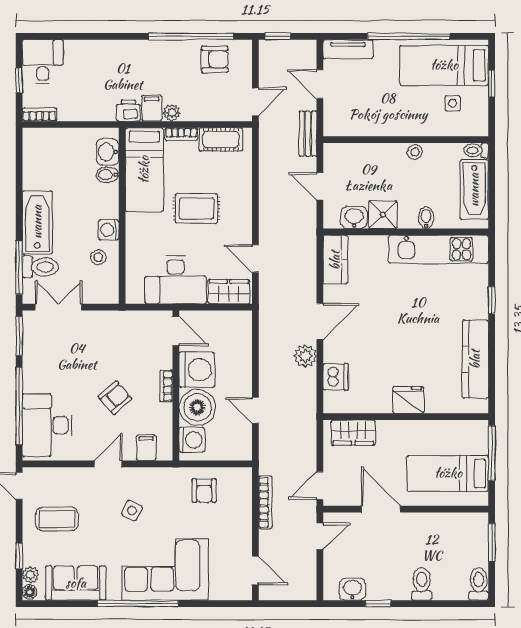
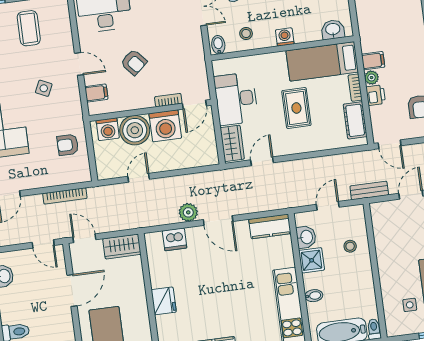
printer: (128, 111) -> (376, 95), moved
stool: (415, 152) -> (350, 246), moved
bidet: (107, 175) -> (218, 45), moved
washing machine: (109, 230) -> (285, 37), moved
bookcase: (166, 386) -> (168, 100), moved
wardrobe: (353, 433) -> (122, 247), moved, turned -90

